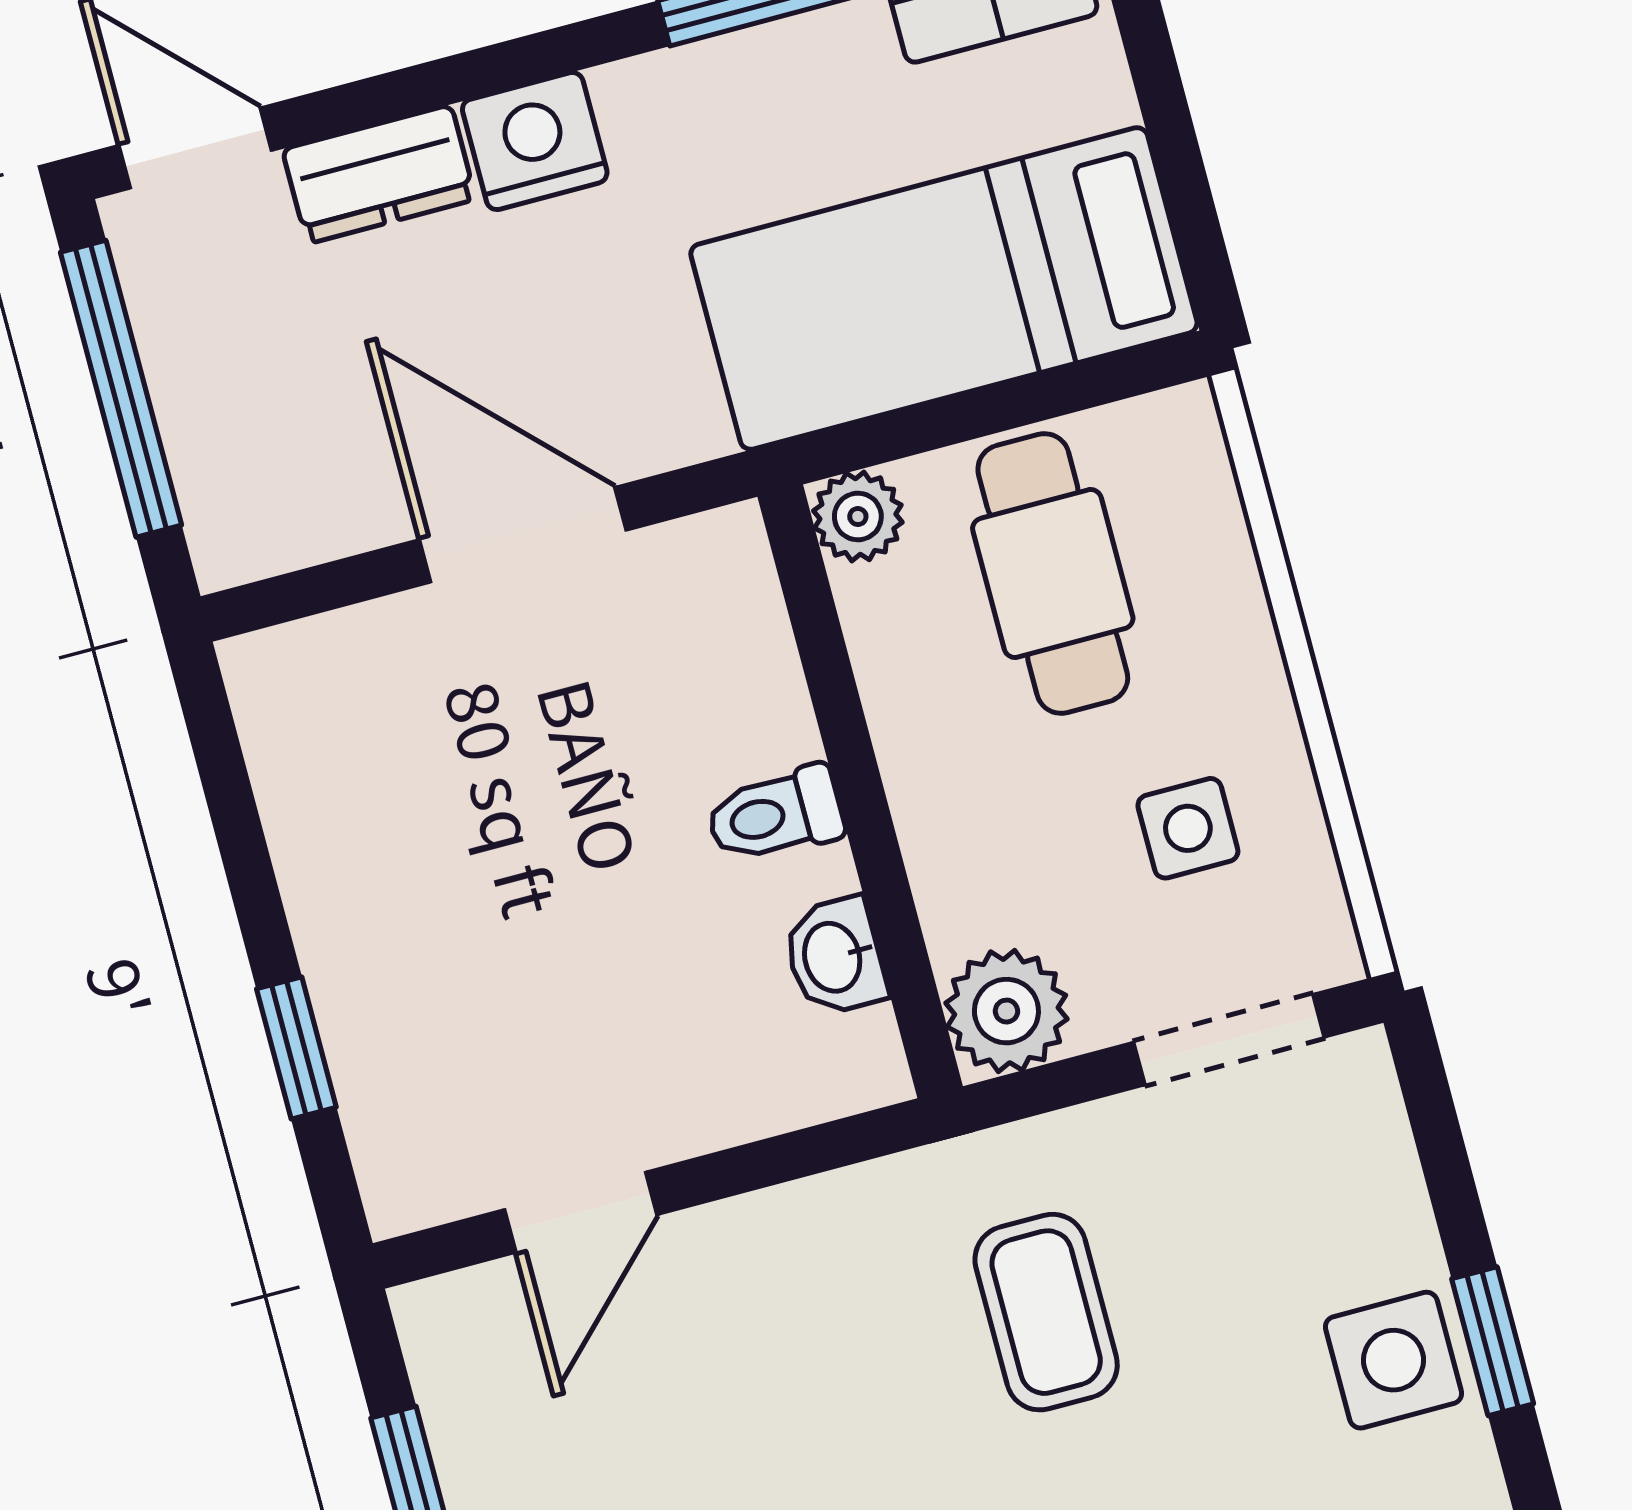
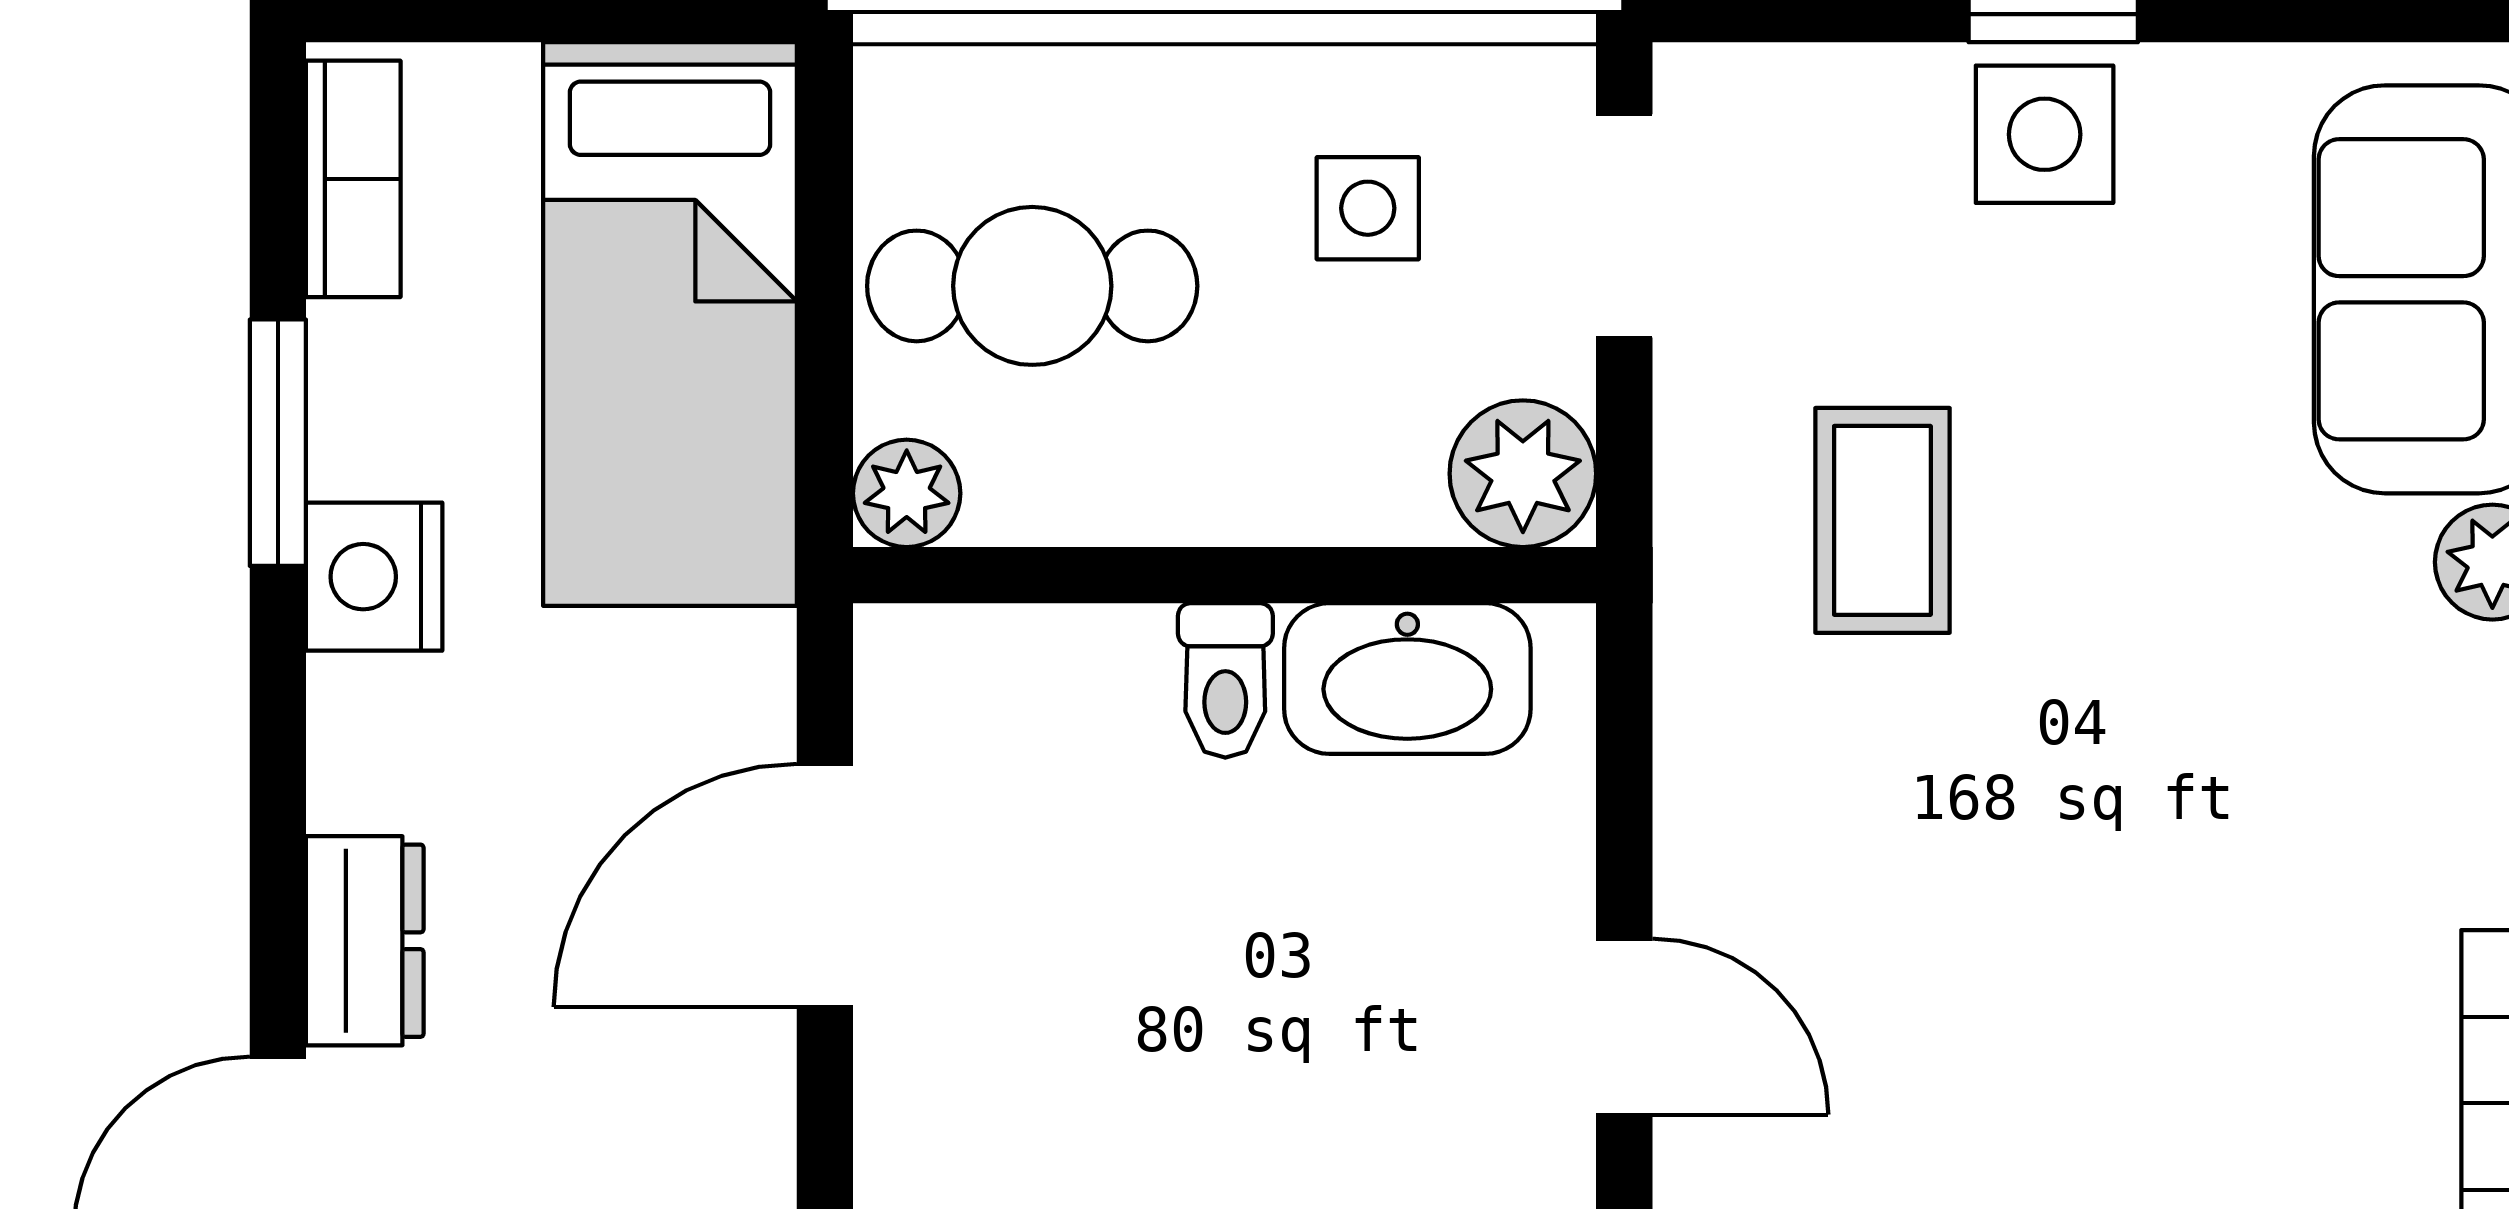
nightstand: (535, 141) -> (374, 577), moved
washbasin: (835, 957) -> (1407, 678), width x1.91, depth x1.45
coffee table: (1046, 1312) -> (1882, 520), turned 90

